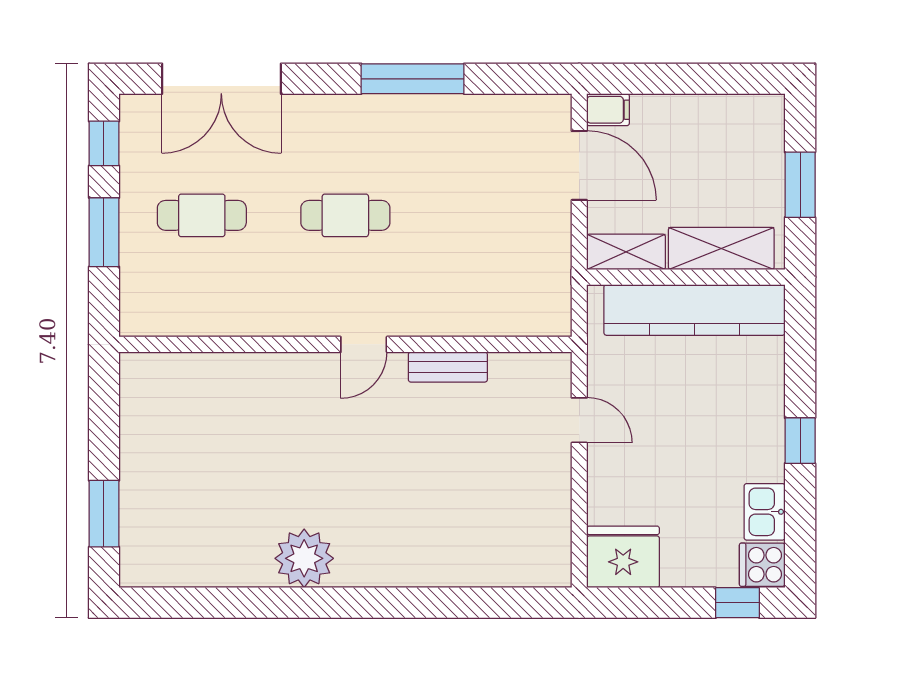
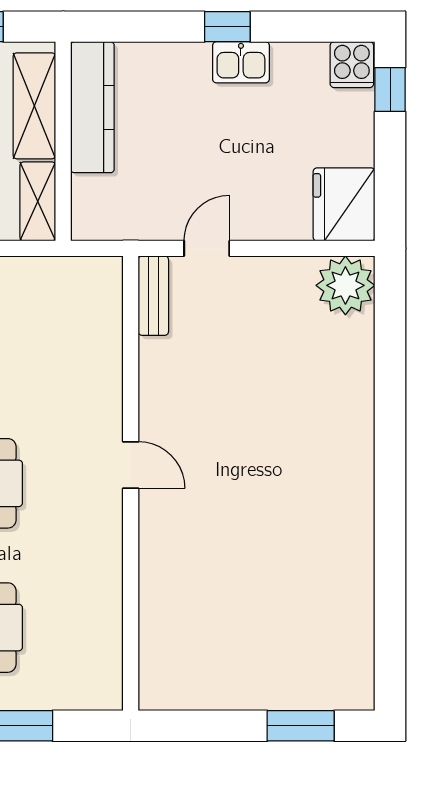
kitchen counter: (695, 310) -> (92, 107), width x0.72, depth x0.86
bench: (448, 367) -> (153, 296), moved
kitchen sink: (765, 512) -> (241, 62), moved
plant: (304, 558) -> (345, 285), moved

